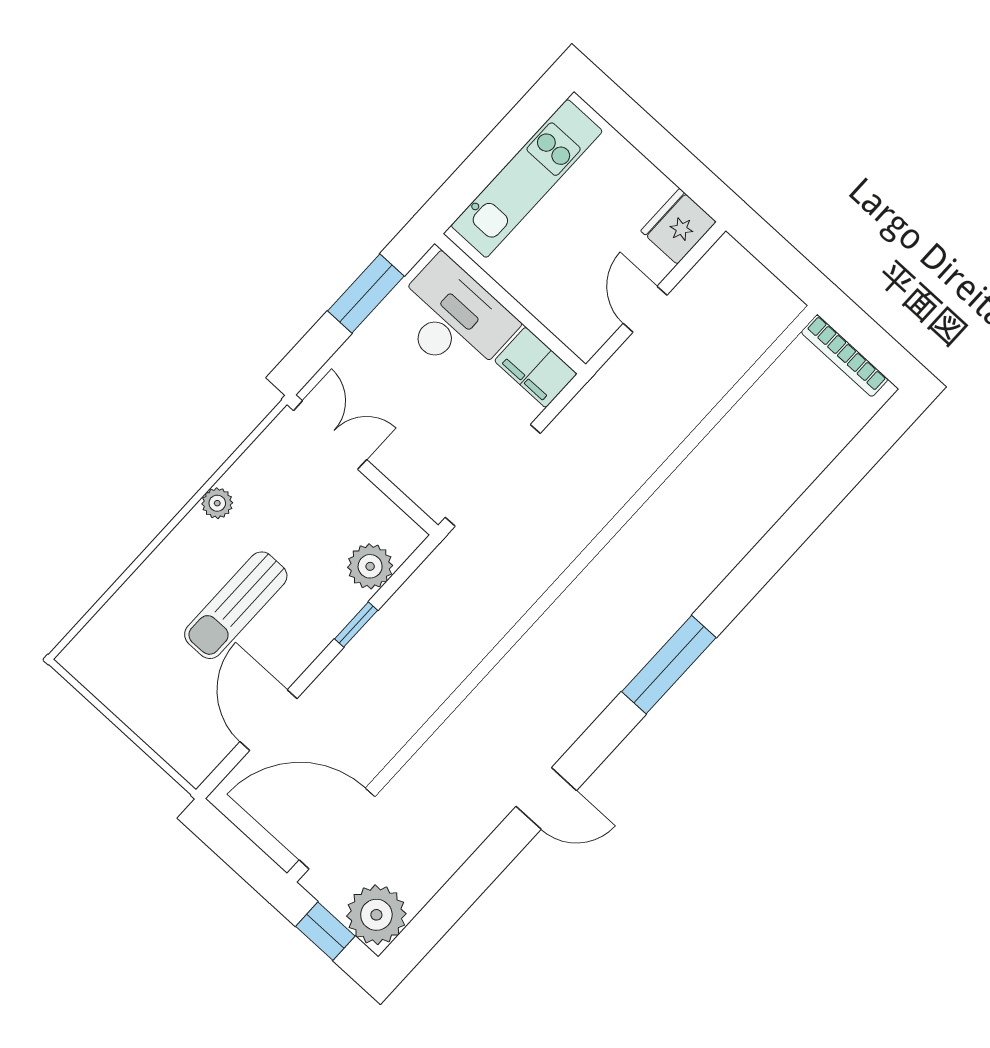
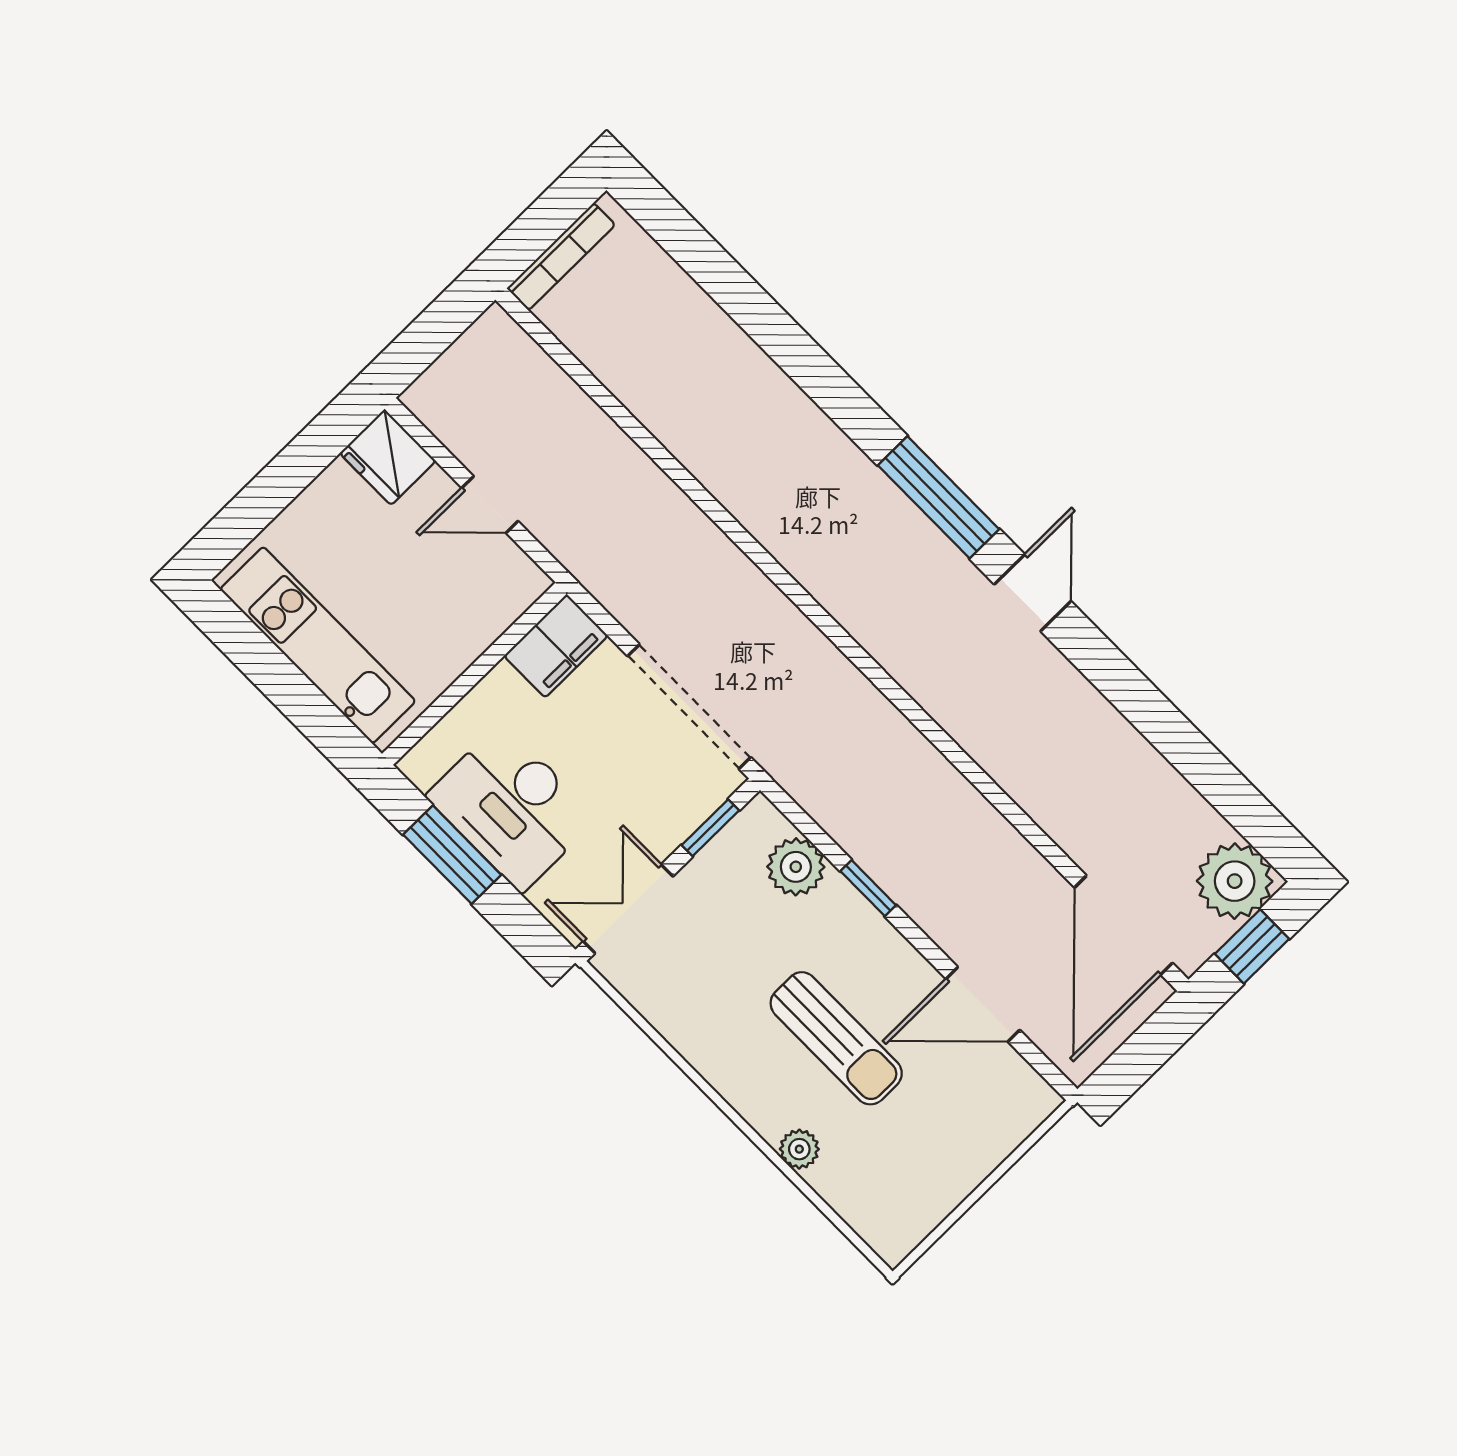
desk: (453, 319) -> (512, 807), moved, turned -90
window: (398, 497) -> (710, 828), added
plant: (217, 503) -> (799, 1149), moved
door: (546, 798) -> (1033, 593), moved

